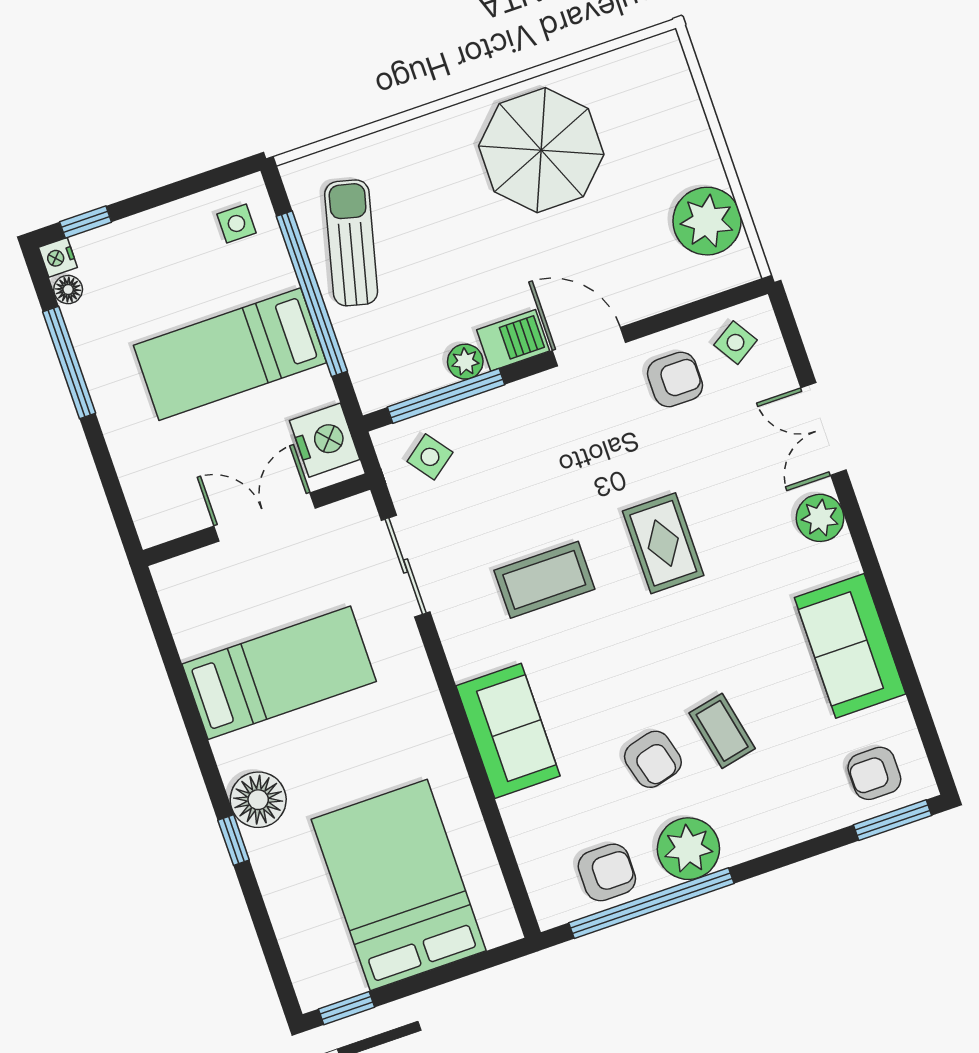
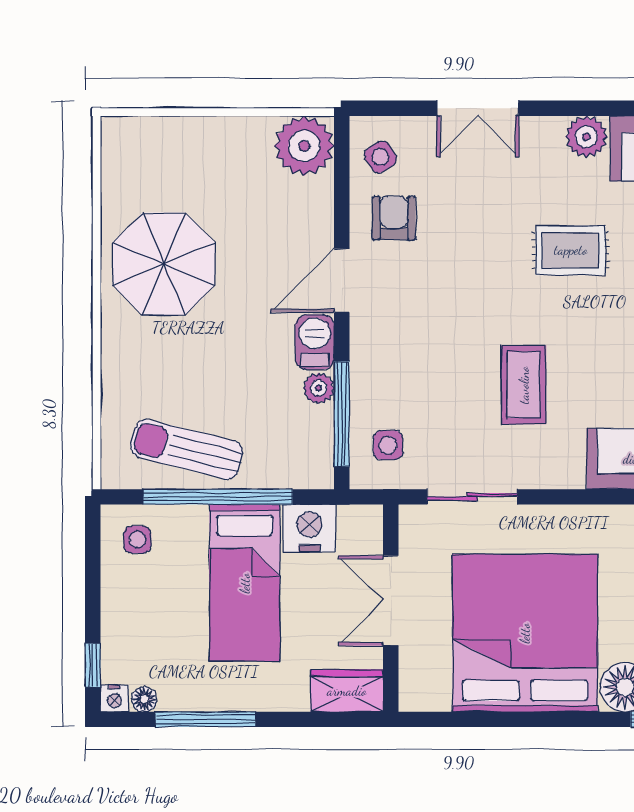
plant: (707, 221) -> (304, 146), moved
nightstand: (325, 440) -> (309, 528), moved
side table: (430, 457) -> (388, 445), turned 37
wardrobe: (152, 503) -> (347, 691), added
plant: (820, 518) -> (586, 137), moved
rug: (663, 543) -> (571, 250), moved
bed: (279, 673) -> (525, 633), width x2.04

